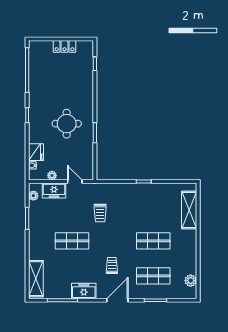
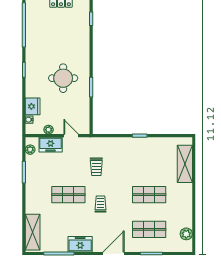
trolley: (112, 265) -> (101, 204), moved

